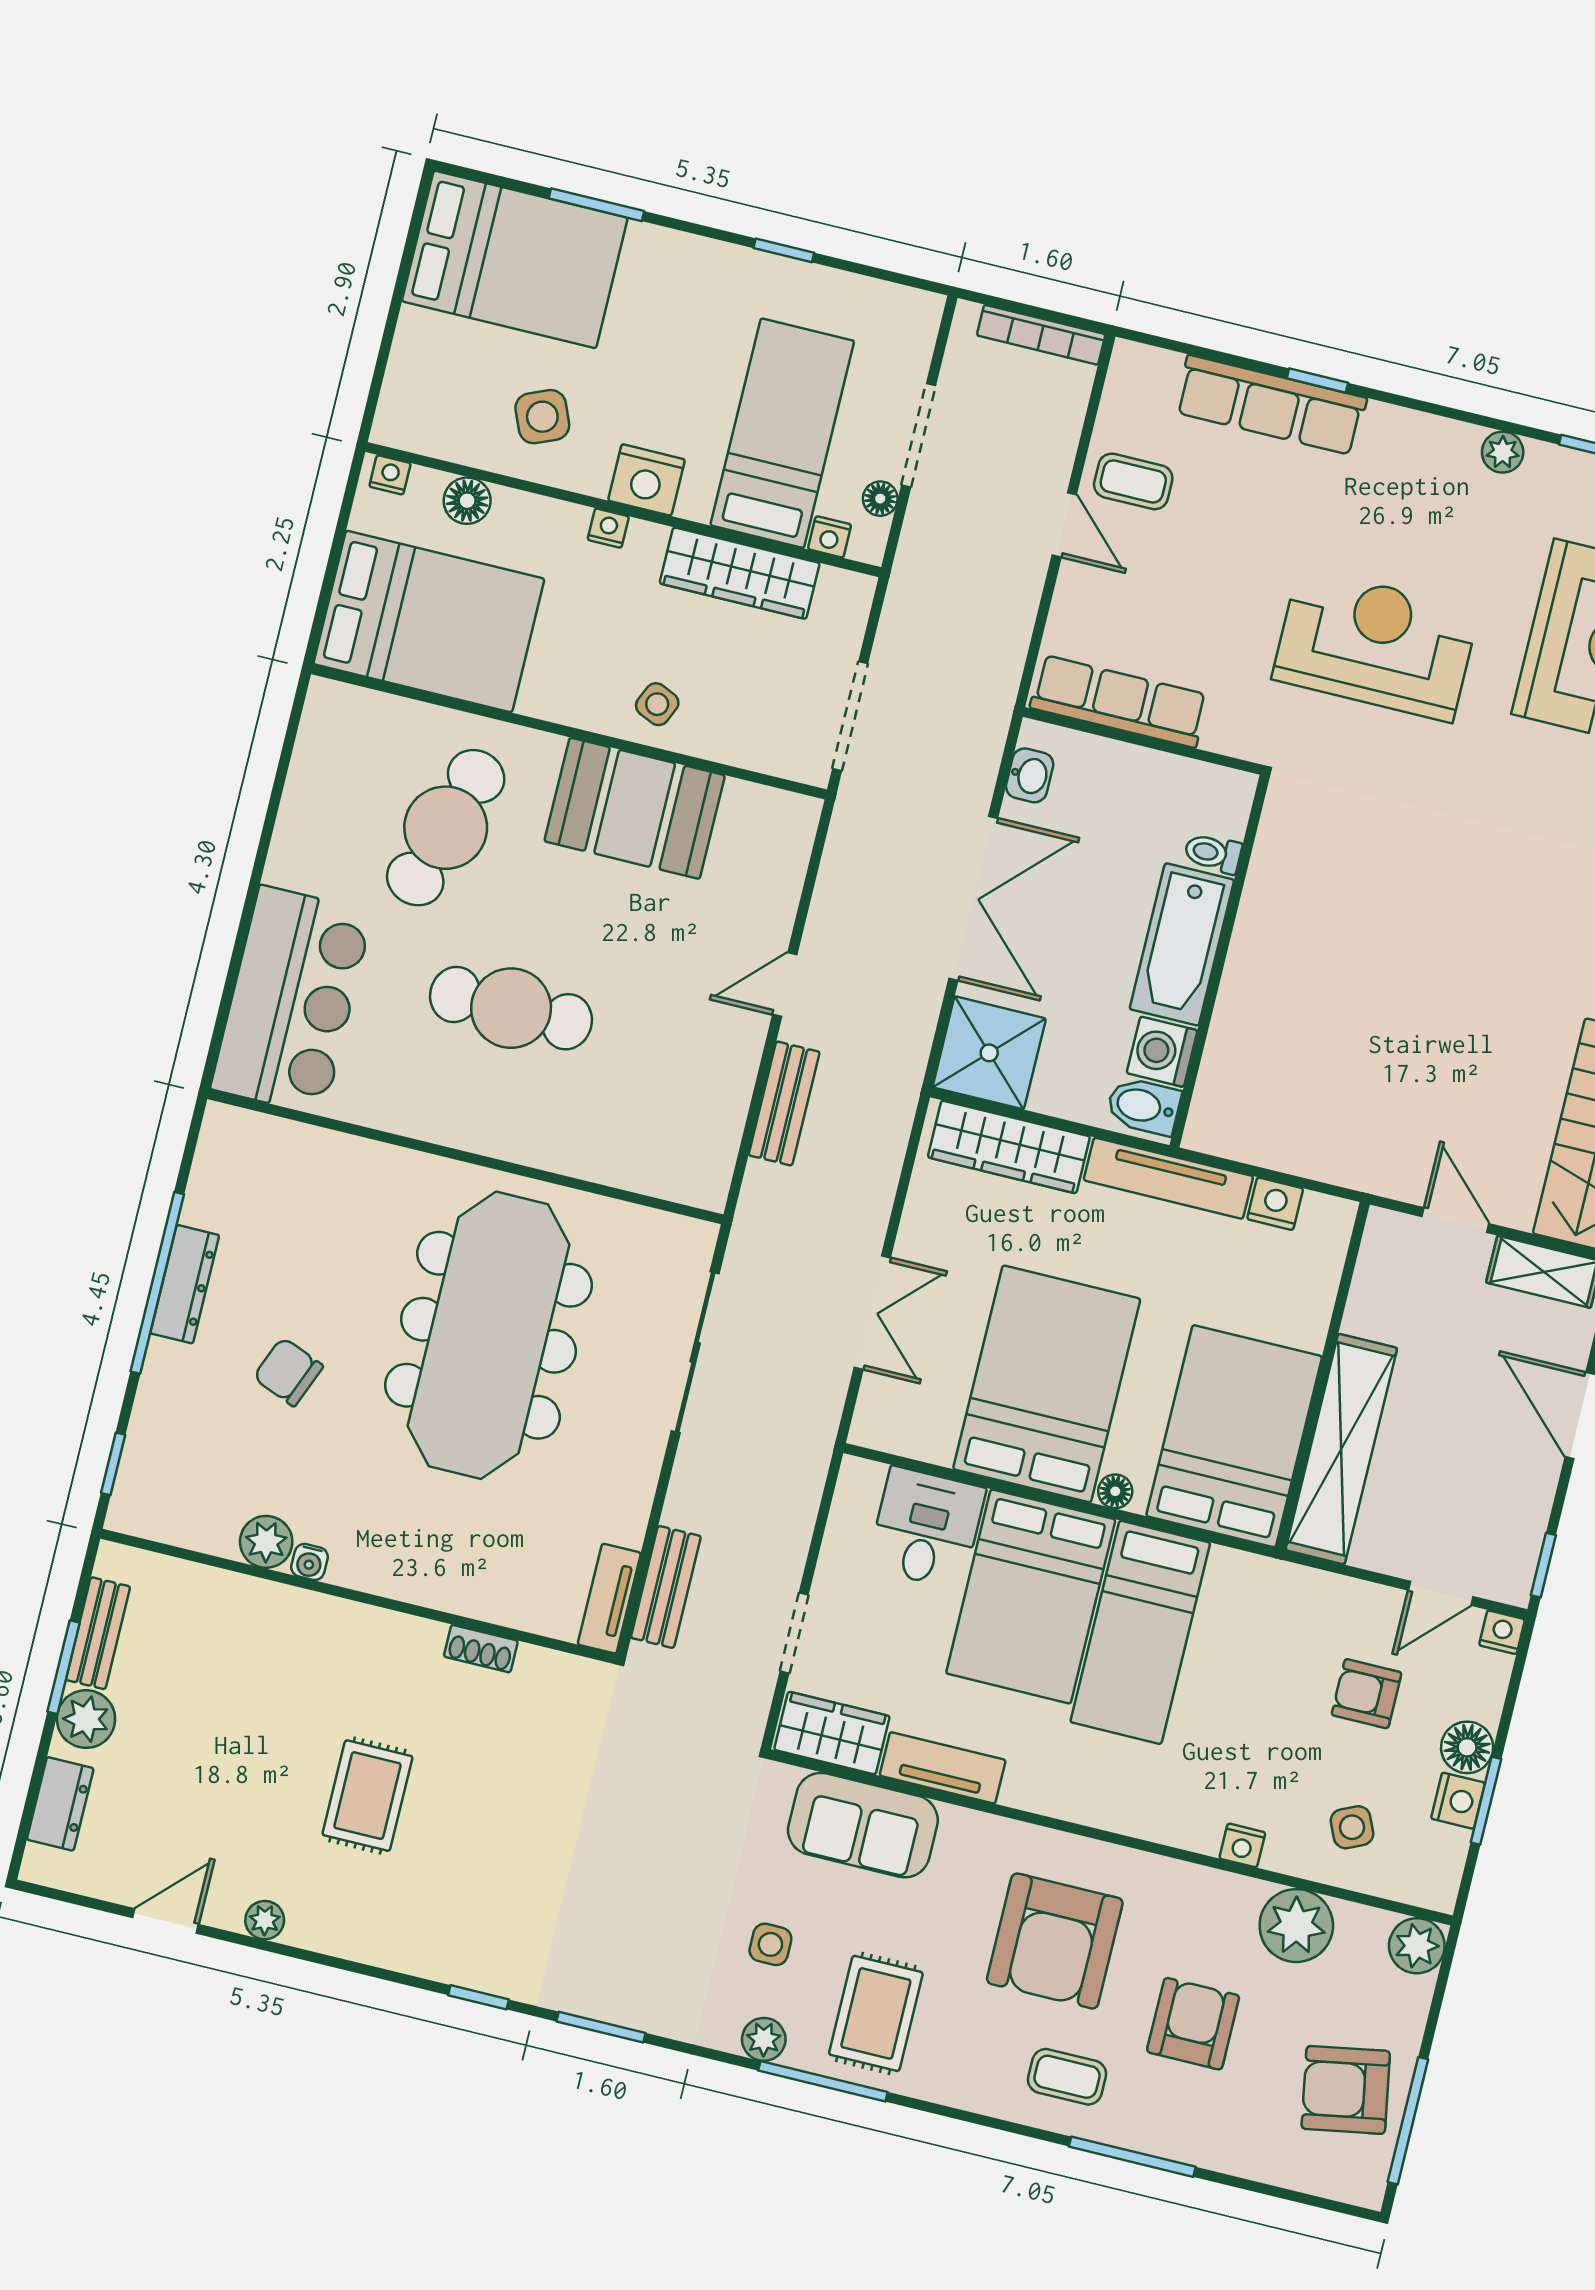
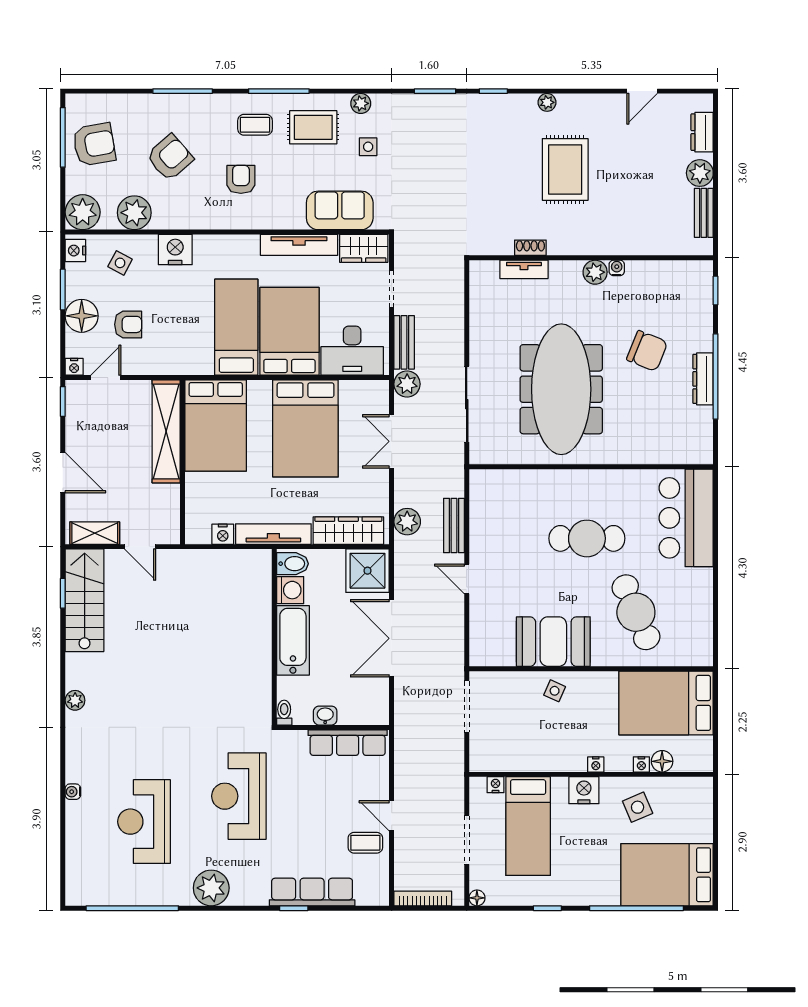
window: (596, 205) -> (636, 908), width x2.11
plant: (1503, 452) -> (211, 888), width x1.87, depth x1.87
nightstand: (390, 475) -> (641, 764), moved
floor lamp: (880, 499) -> (477, 898), moved
wardrobe: (740, 573) -> (532, 759), removed
reception desk: (1375, 644) -> (239, 796), turned 90
washbasin: (1030, 775) -> (325, 716), moved, turned 90
cafe table: (446, 828) -> (636, 612), turned -40
toilet: (1213, 853) -> (284, 713), moved, turned -90
door: (785, 985) -> (467, 579), swing flipped
plant: (881, 1136) -> (407, 522), added
chair: (288, 1372) -> (647, 351), width x1.37, depth x1.37
plant: (810, 1425) -> (407, 384), added
floor lamp: (1115, 1491) -> (263, 388), removed
desk: (926, 1528) -> (352, 351), width x1.37
plant: (266, 1542) -> (595, 272), moved
bench: (666, 1587) -> (404, 342), moved
tv unit: (609, 1599) -> (524, 269), moved, turned 90
window: (64, 1667) -> (716, 194), removed
floor lamp: (1467, 1747) -> (82, 316), width x1.38, depth x1.38
tv unit: (943, 1768) -> (299, 245), width x1.41
rug: (367, 1796) -> (565, 169), width x1.36, depth x1.43
nightstand: (1458, 1801) -> (75, 251), moved
side table: (1352, 1827) -> (120, 263), turned -37
nightstand: (1242, 1845) -> (175, 250), width x1.89, depth x1.79
plant: (265, 1920) -> (547, 102), moved
armchair: (1055, 1941) -> (241, 179), width x0.53, depth x0.53
plant: (1417, 1946) -> (83, 212), width x1.36, depth x1.36
rug: (876, 2013) -> (313, 127), turned 90
armchair: (1193, 2024) -> (170, 157), turned -131
coffee table: (1067, 2077) -> (255, 125), moved
window: (823, 2081) -> (279, 91), moved

